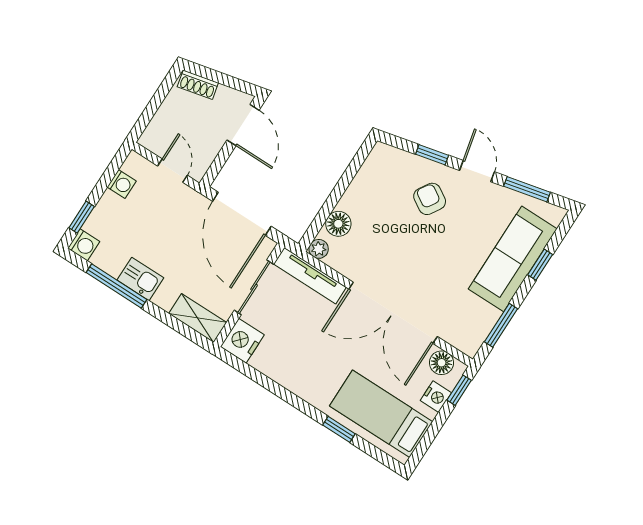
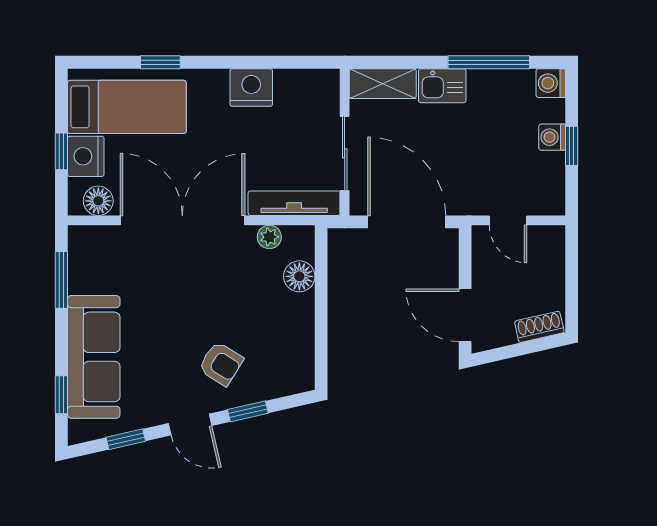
washing machine: (122, 184) -> (552, 137), moved
window: (527, 189) -> (126, 439), width x0.67
window: (82, 217) -> (572, 146), moved
plant: (319, 249) -> (269, 237), moved
window: (540, 265) -> (61, 395), moved
kitchen sink: (140, 279) -> (442, 86), moved
nightstand: (242, 341) -> (251, 88), moved, turned -90
window: (459, 390) -> (61, 151), moved
nightstand: (436, 397) -> (86, 156), width x1.36, depth x1.33

